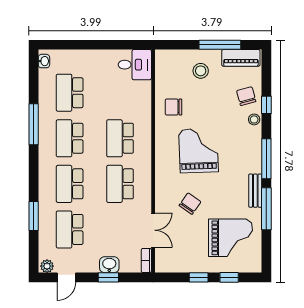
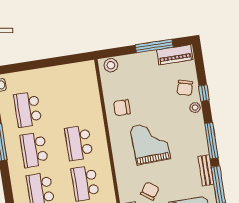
desk: (135, 65) -> (82, 75), removed
stool: (201, 71) -> (111, 65), moved
chair: (246, 96) -> (185, 88), turned -150

